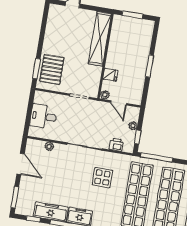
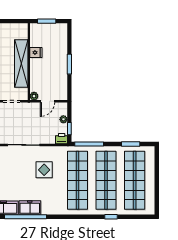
shelving: (100, 39) -> (21, 63), moved
fridge: (110, 75) -> (36, 53), moved
door: (119, 103) -> (47, 101), hinge flipped
printer: (116, 145) -> (62, 139), moved

